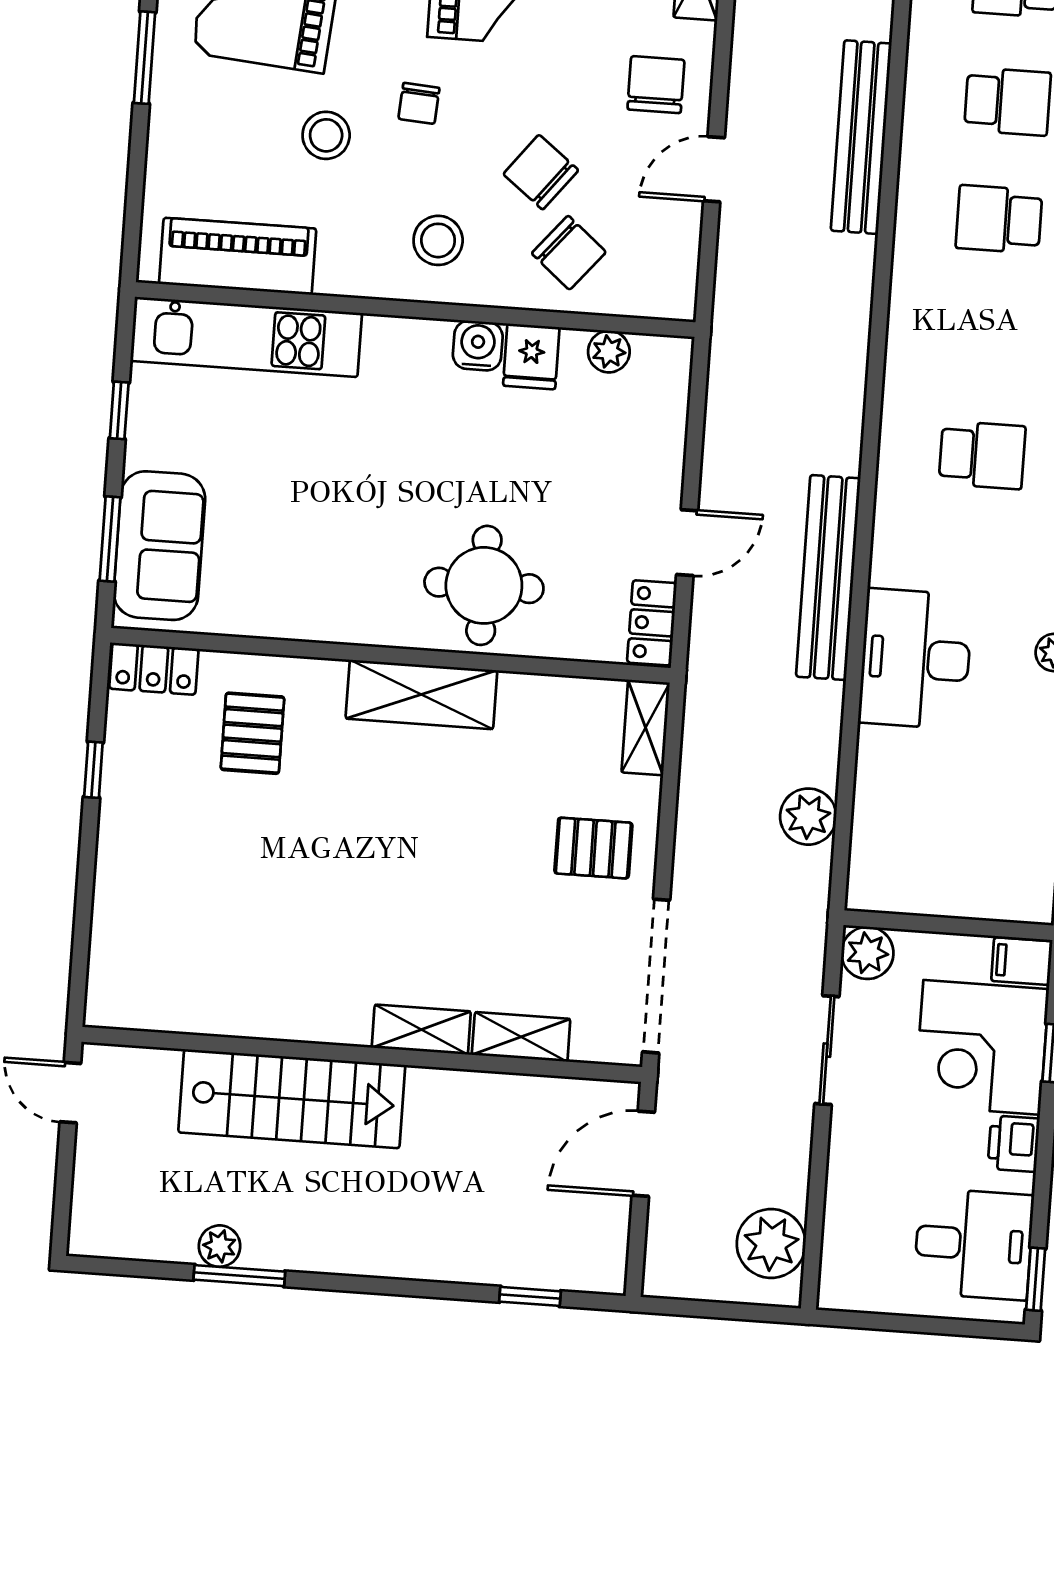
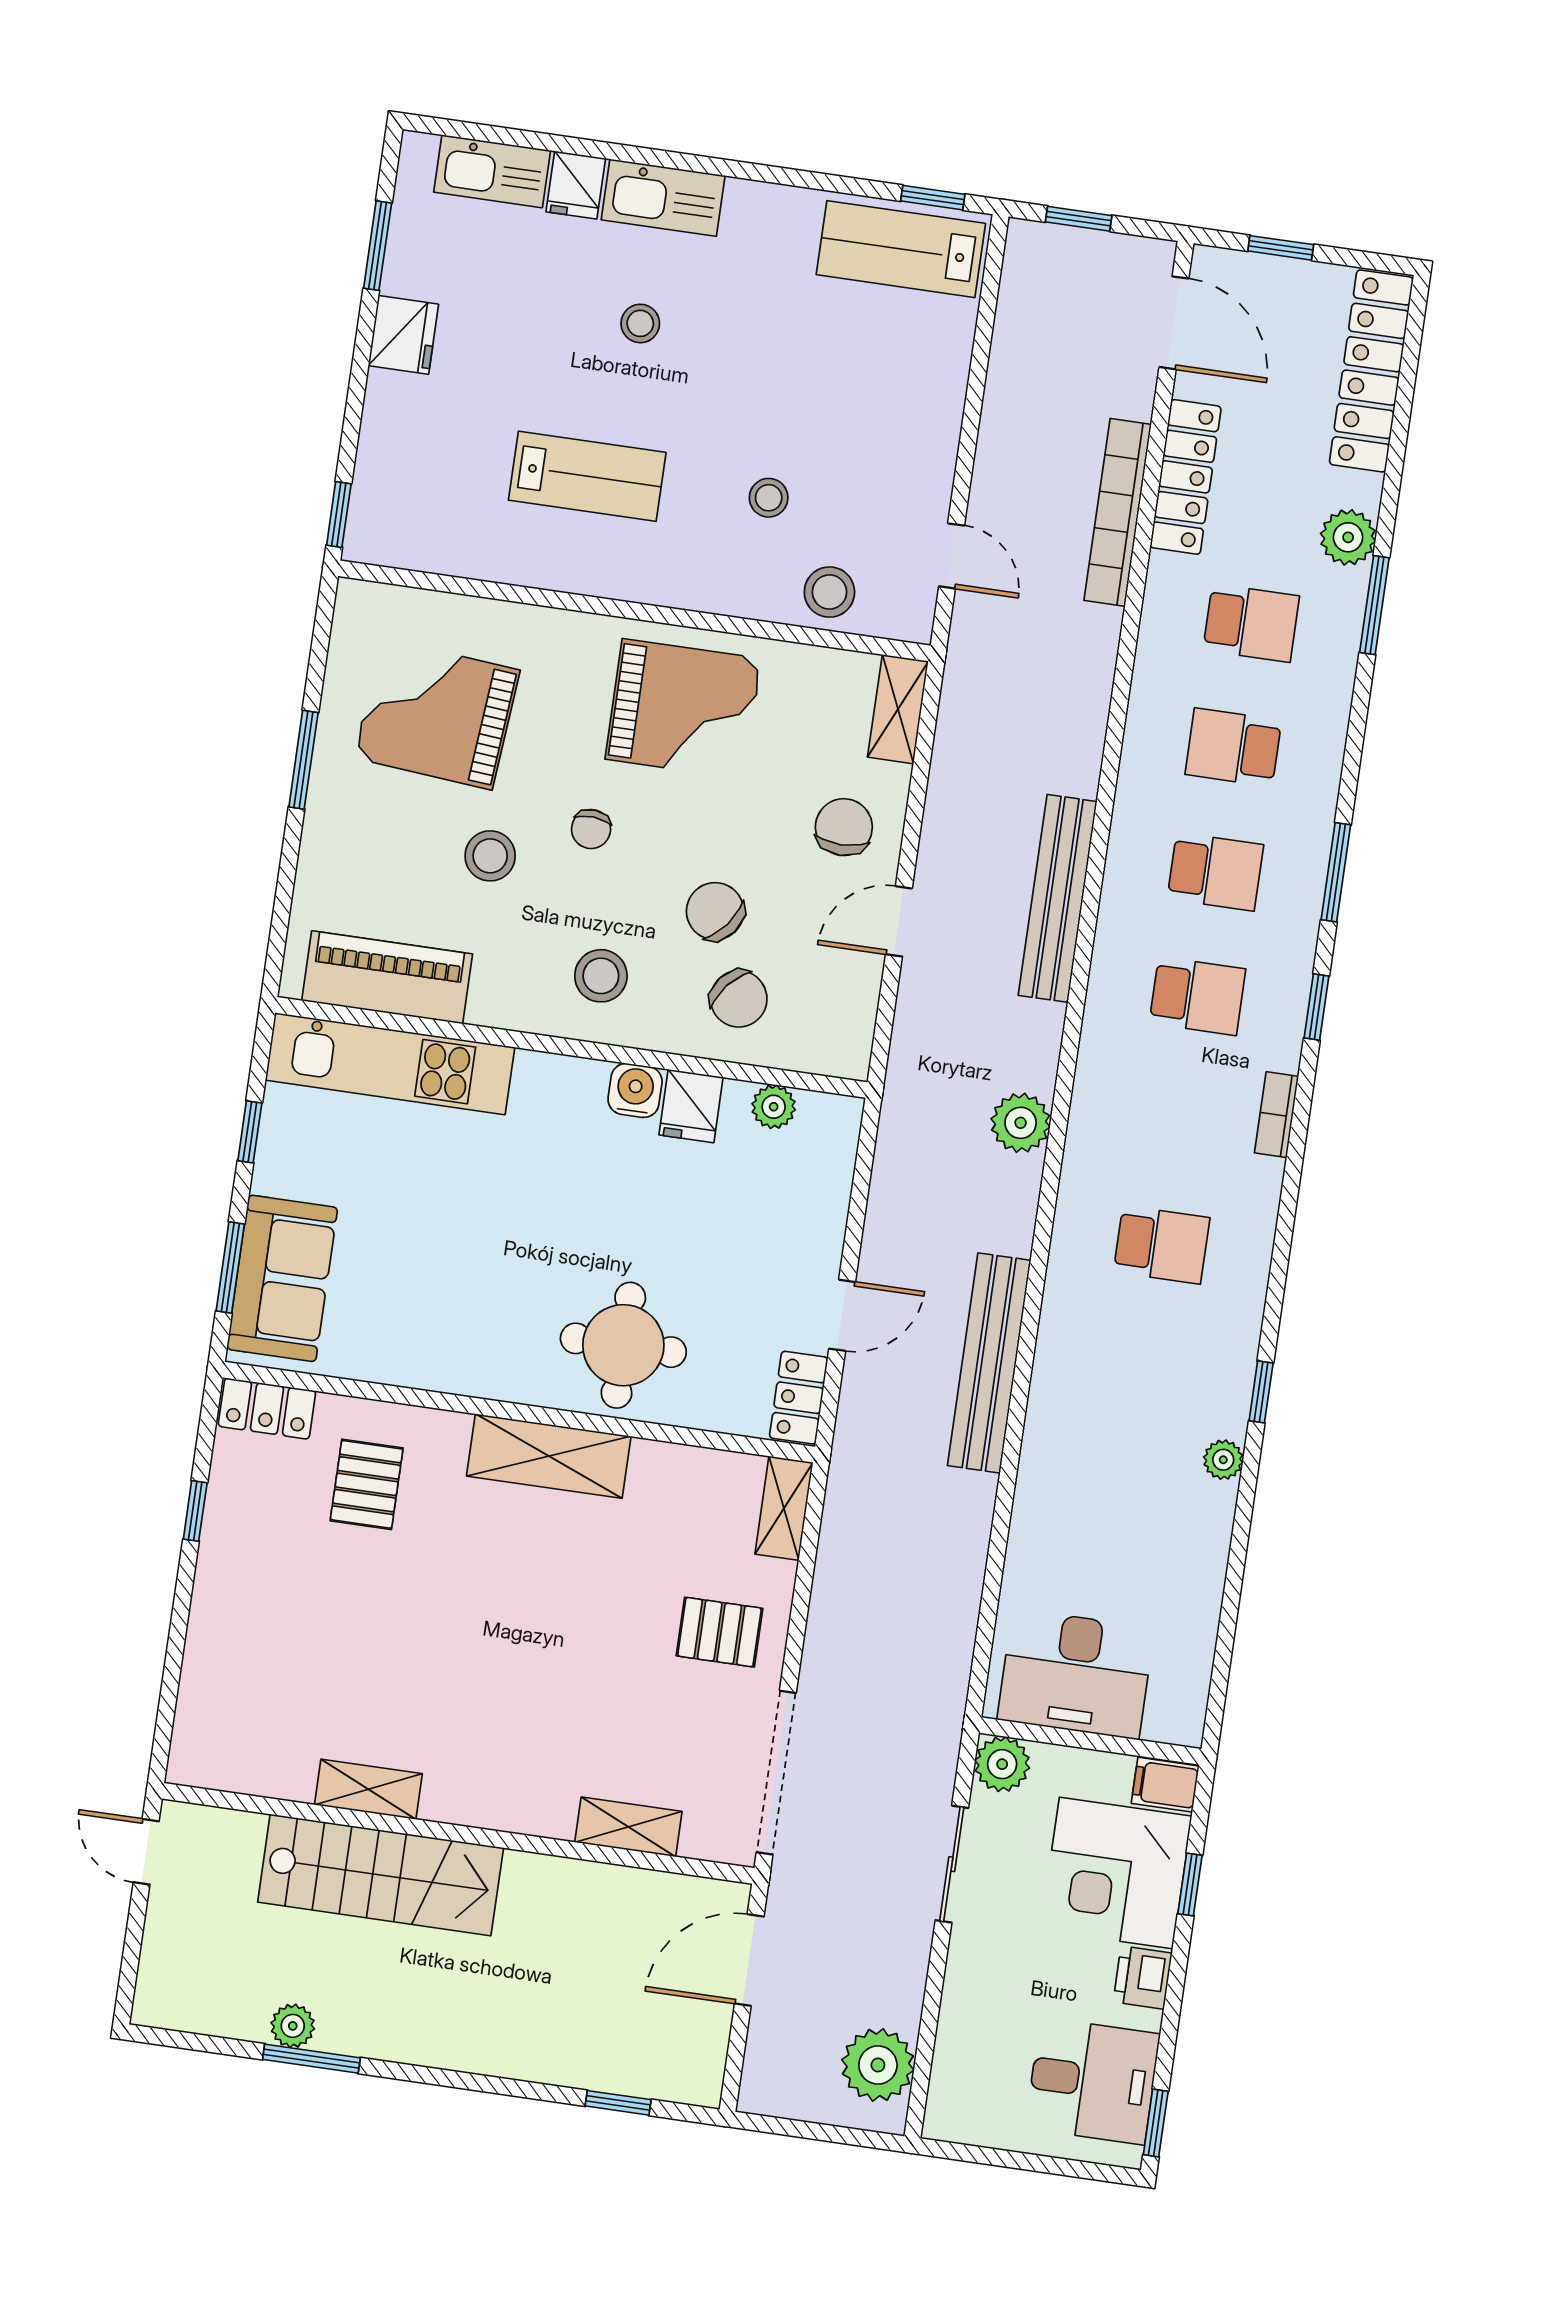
school desk: (999, 219) -> (1197, 996), turned 180
desk: (916, 659) -> (1076, 1674), moved, turned -90
plant: (808, 817) -> (1021, 1123), moved
shelving: (421, 1030) -> (368, 1789), moved

